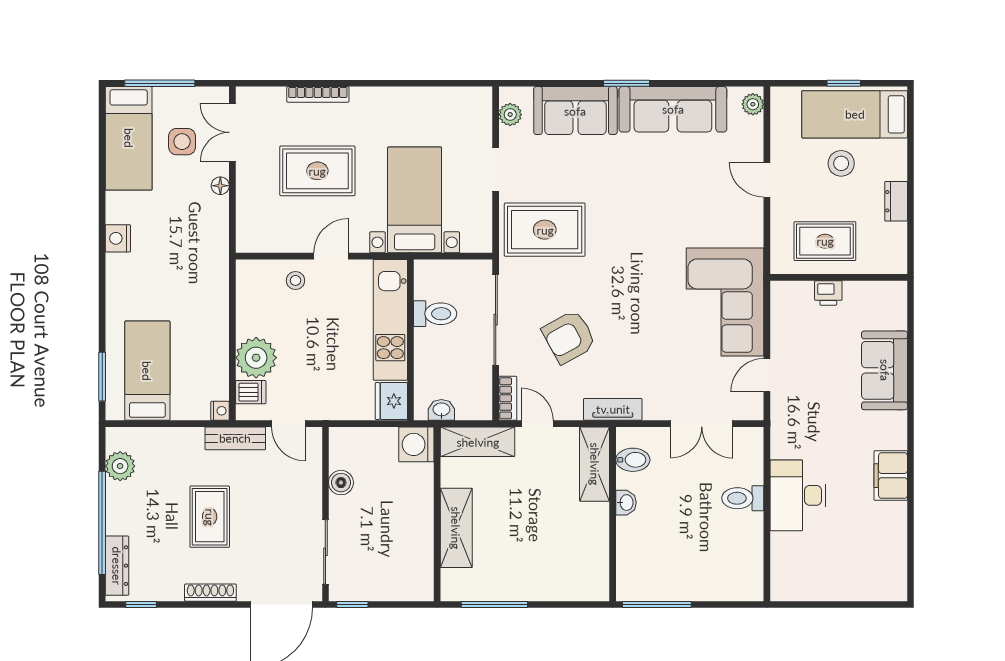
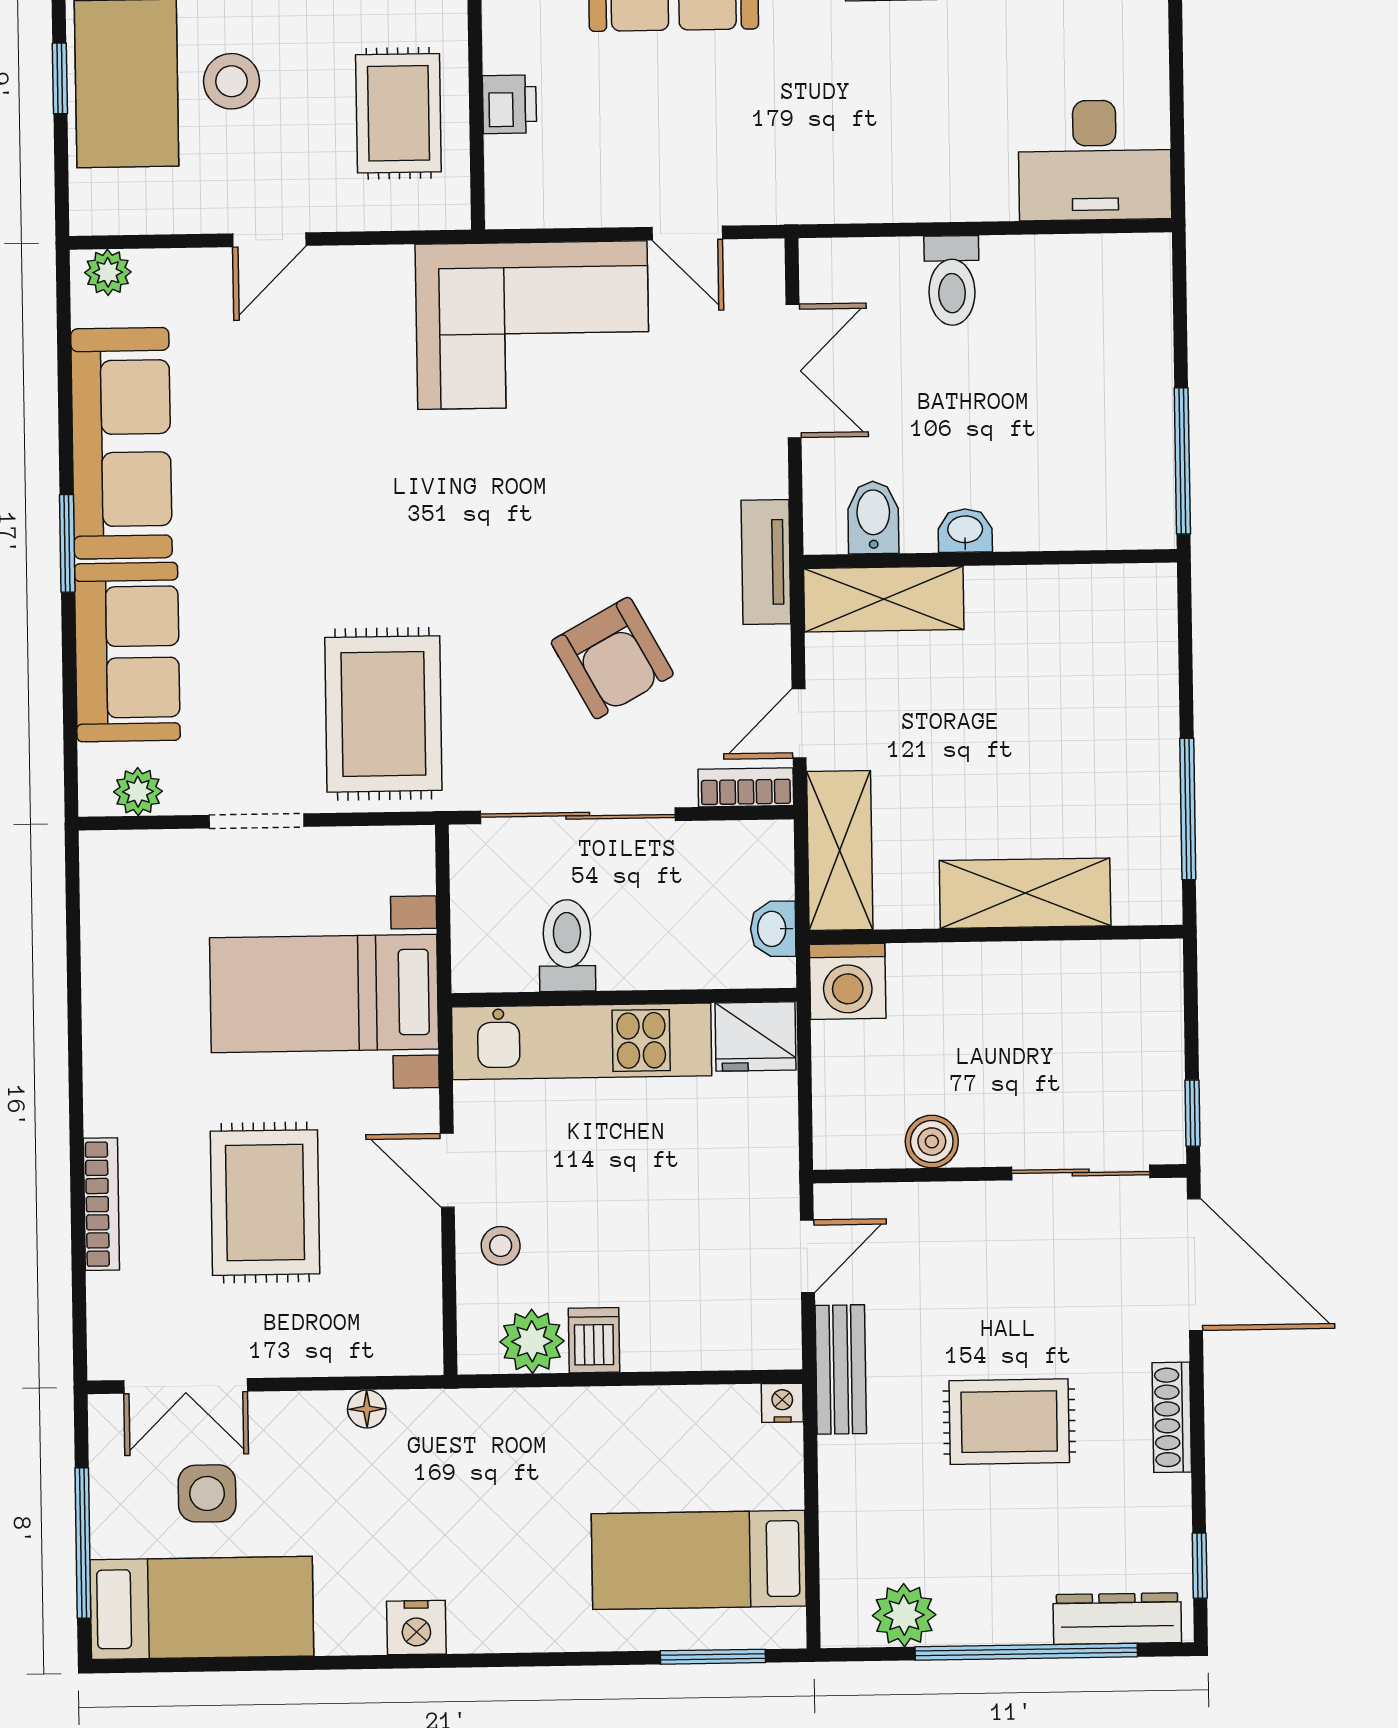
floor lamp: (220, 186) -> (367, 1409), moved
plant: (256, 358) -> (532, 1341), moved, width x0.73, depth x0.73
dishwasher: (251, 392) -> (594, 1340), moved
desk: (798, 495) -> (1095, 160), moved

